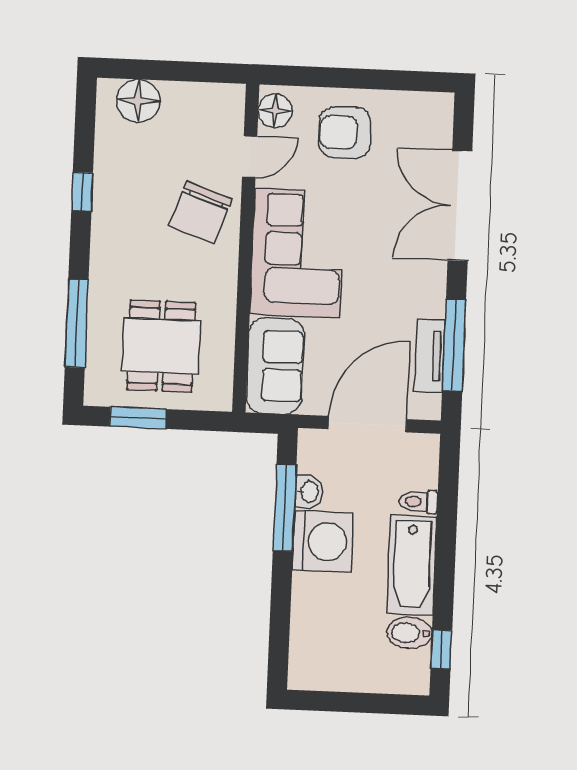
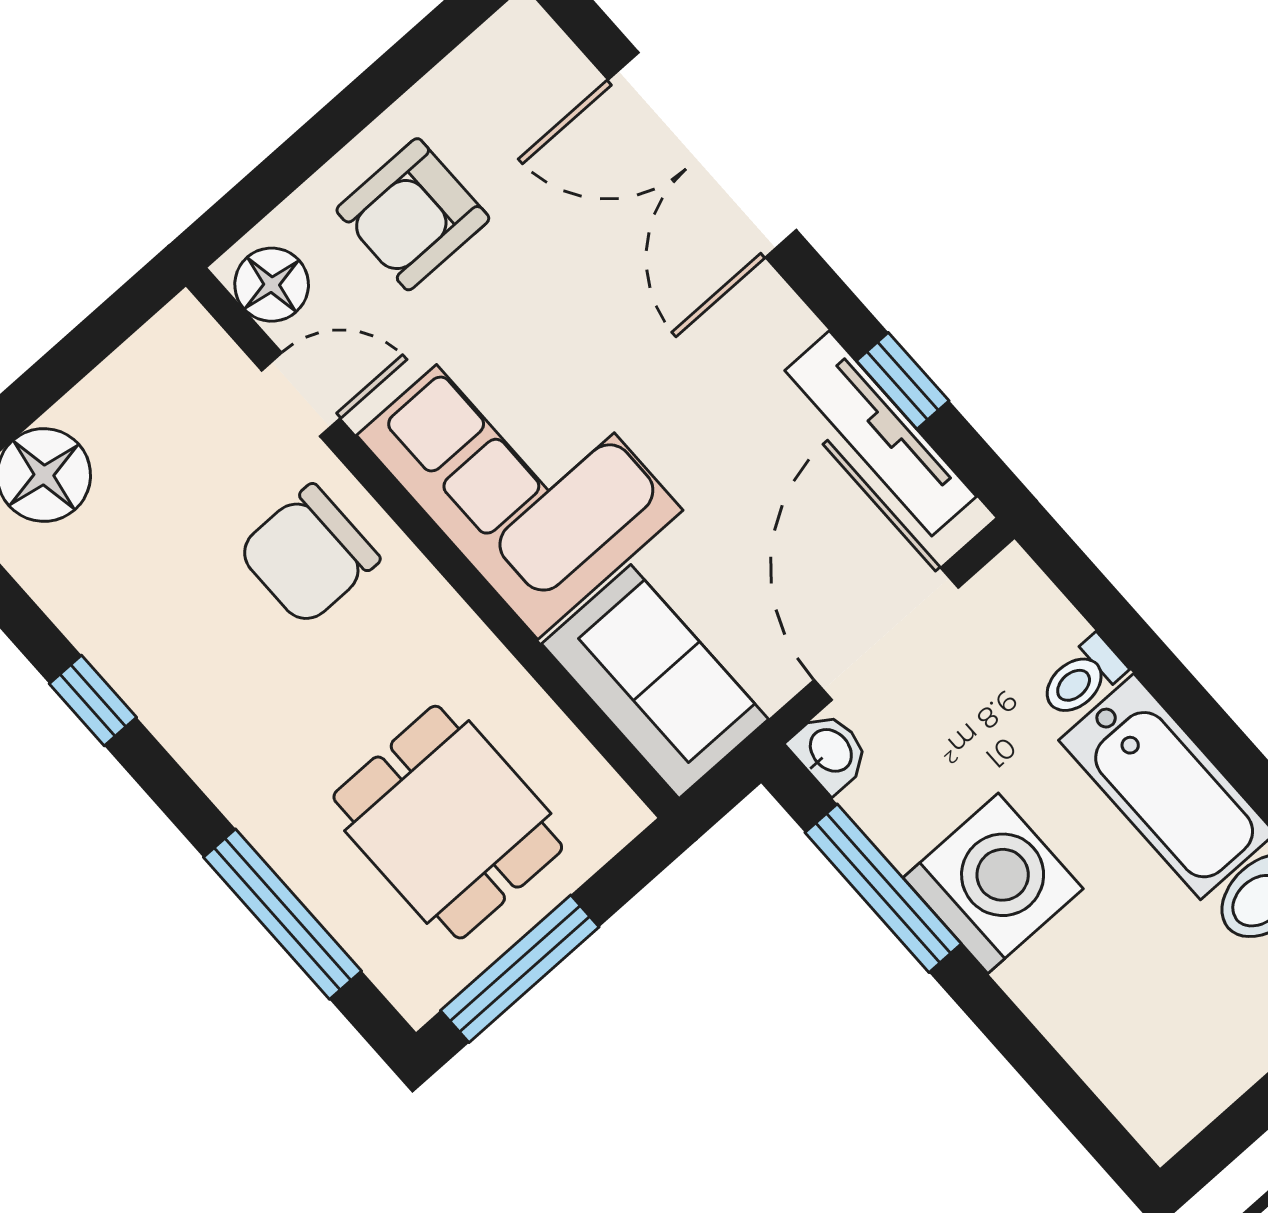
door: (250, 157) -> (301, 395), hinge flipped
chair: (201, 212) -> (308, 555), turned 71
window: (454, 345) -> (903, 381), width x0.46
tv unit: (430, 356) -> (881, 433), width x1.41
window: (138, 418) -> (520, 969), width x1.44
washbasin: (309, 492) -> (830, 752), moved

